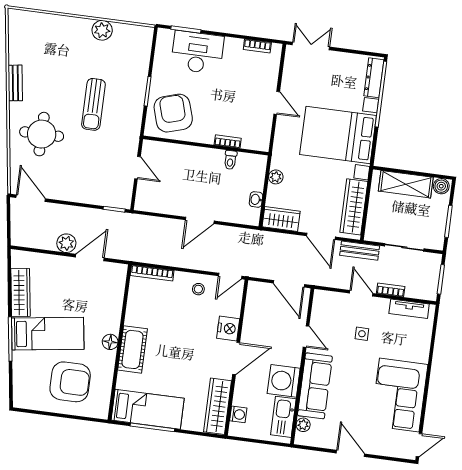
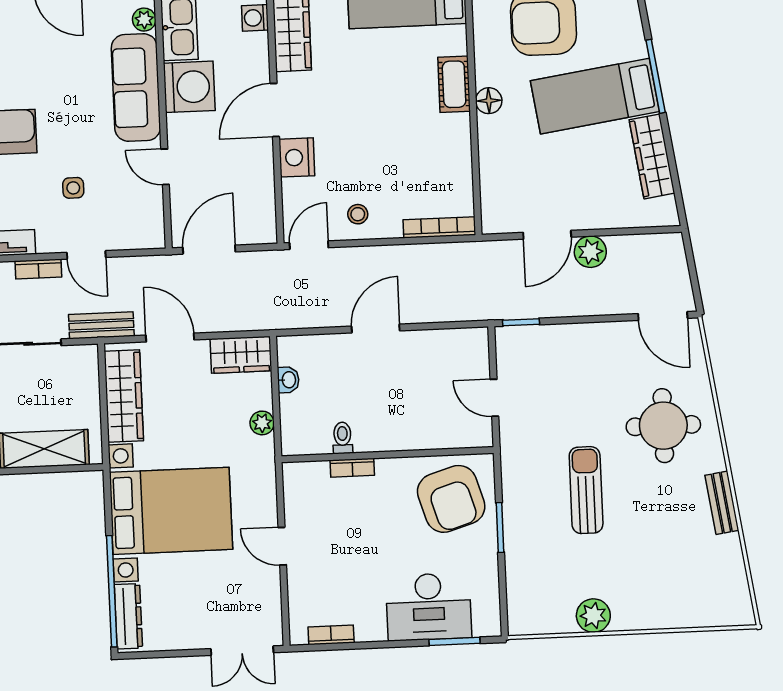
door: (289, 284) -> (209, 250), hinge flipped
cot: (133, 349) -> (454, 84), width x0.73, depth x0.75

